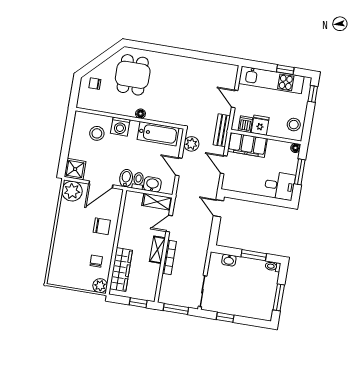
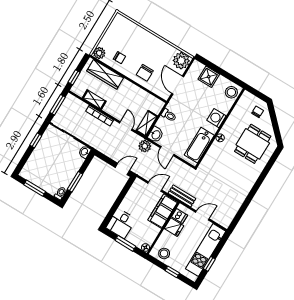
dining table: (133, 75) -> (253, 144), turned 90
window: (313, 94) -> (172, 272), moved
stool: (97, 133) -> (231, 92), moved
plant: (191, 144) -> (145, 146), moved
door: (179, 167) -> (167, 151), swing flipped
shower: (75, 169) -> (209, 77), moved
bidet: (126, 178) -> (175, 107), removed
washbasin: (152, 184) -> (156, 135), moved
shelving: (157, 250) -> (94, 100), moved
washbasin: (229, 260) -> (85, 152), moved

